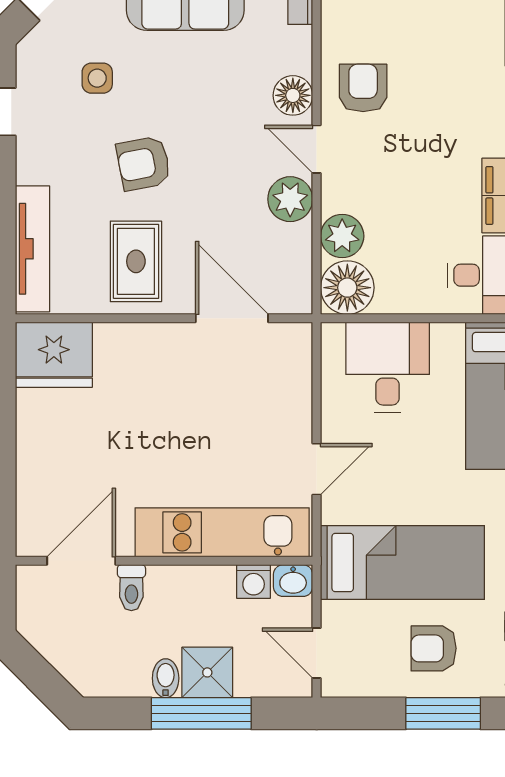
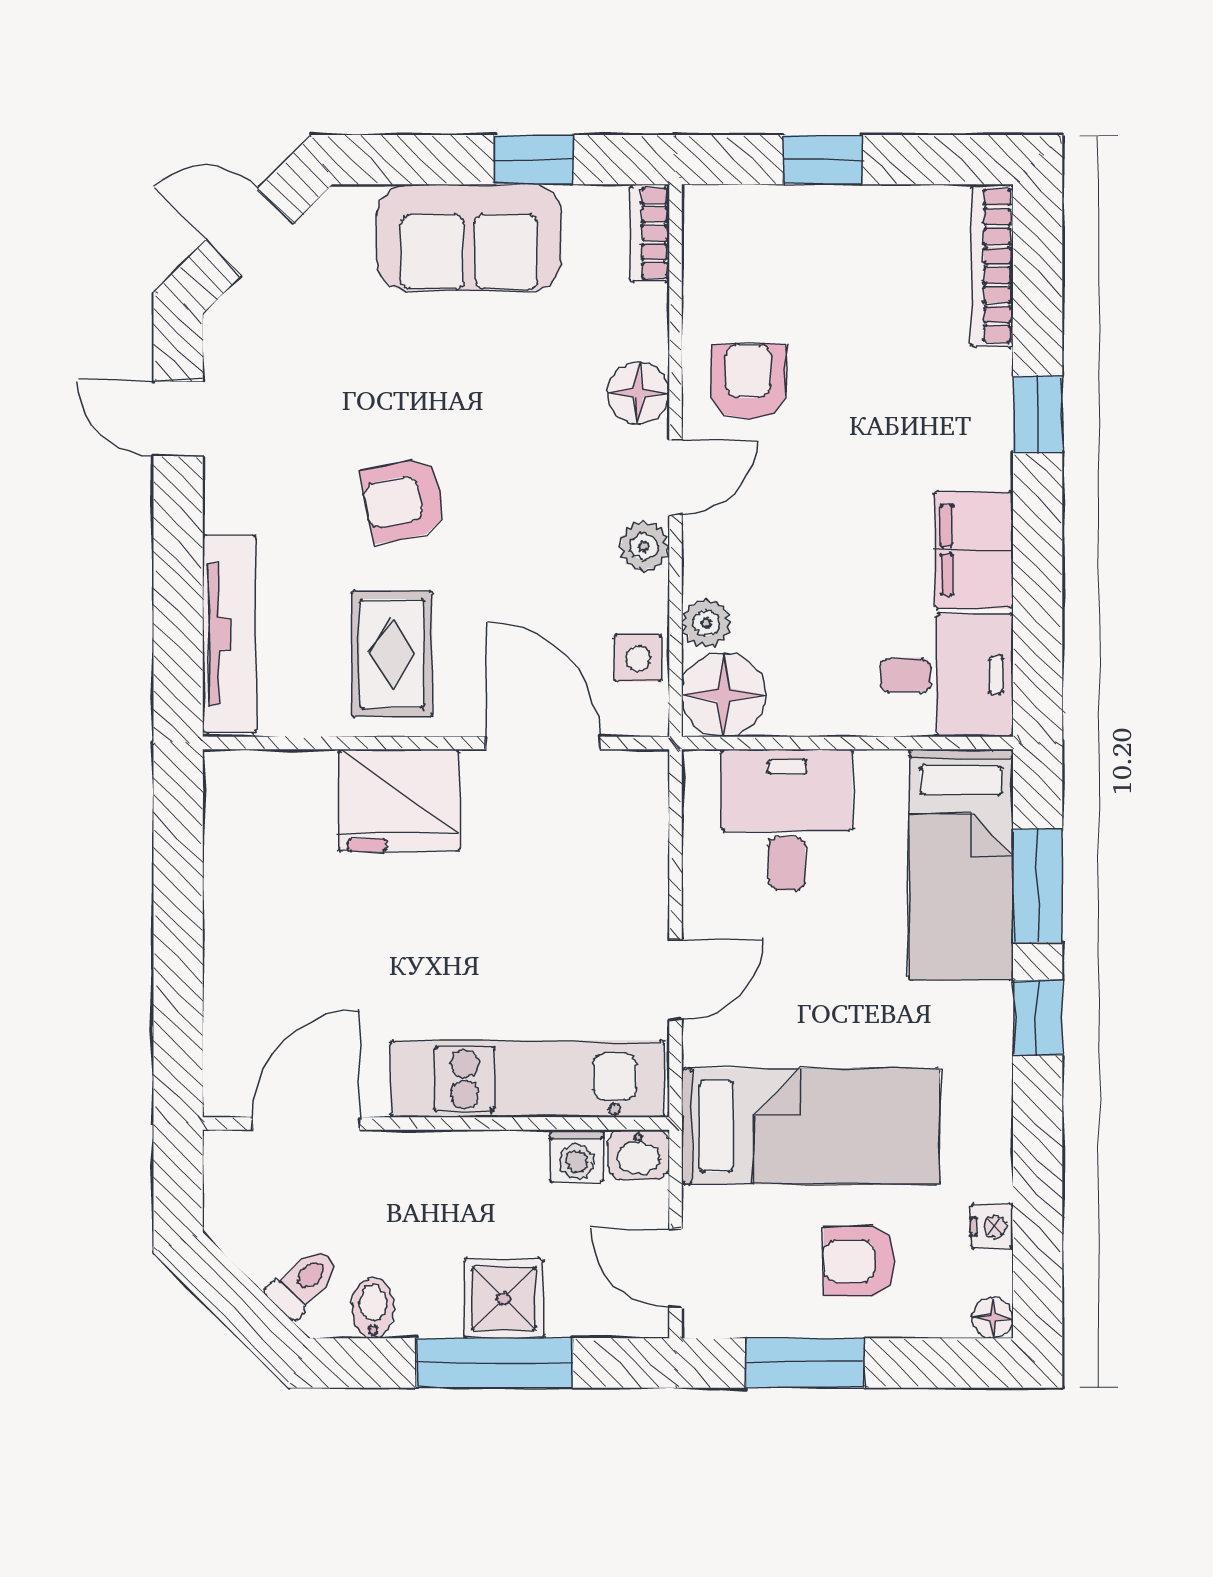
side table: (97, 78) -> (638, 658), moved
door: (317, 149) -> (675, 477), swing flipped
plant: (290, 199) -> (644, 546), width x0.73, depth x0.73
plant: (342, 236) -> (706, 623), width x0.73, depth x0.73
fridge: (54, 355) -> (399, 800), moved
toilet: (131, 588) -> (303, 1282), moved, turned -135
bidet: (166, 678) -> (373, 1308), moved
window: (443, 713) -> (805, 1363), moved

